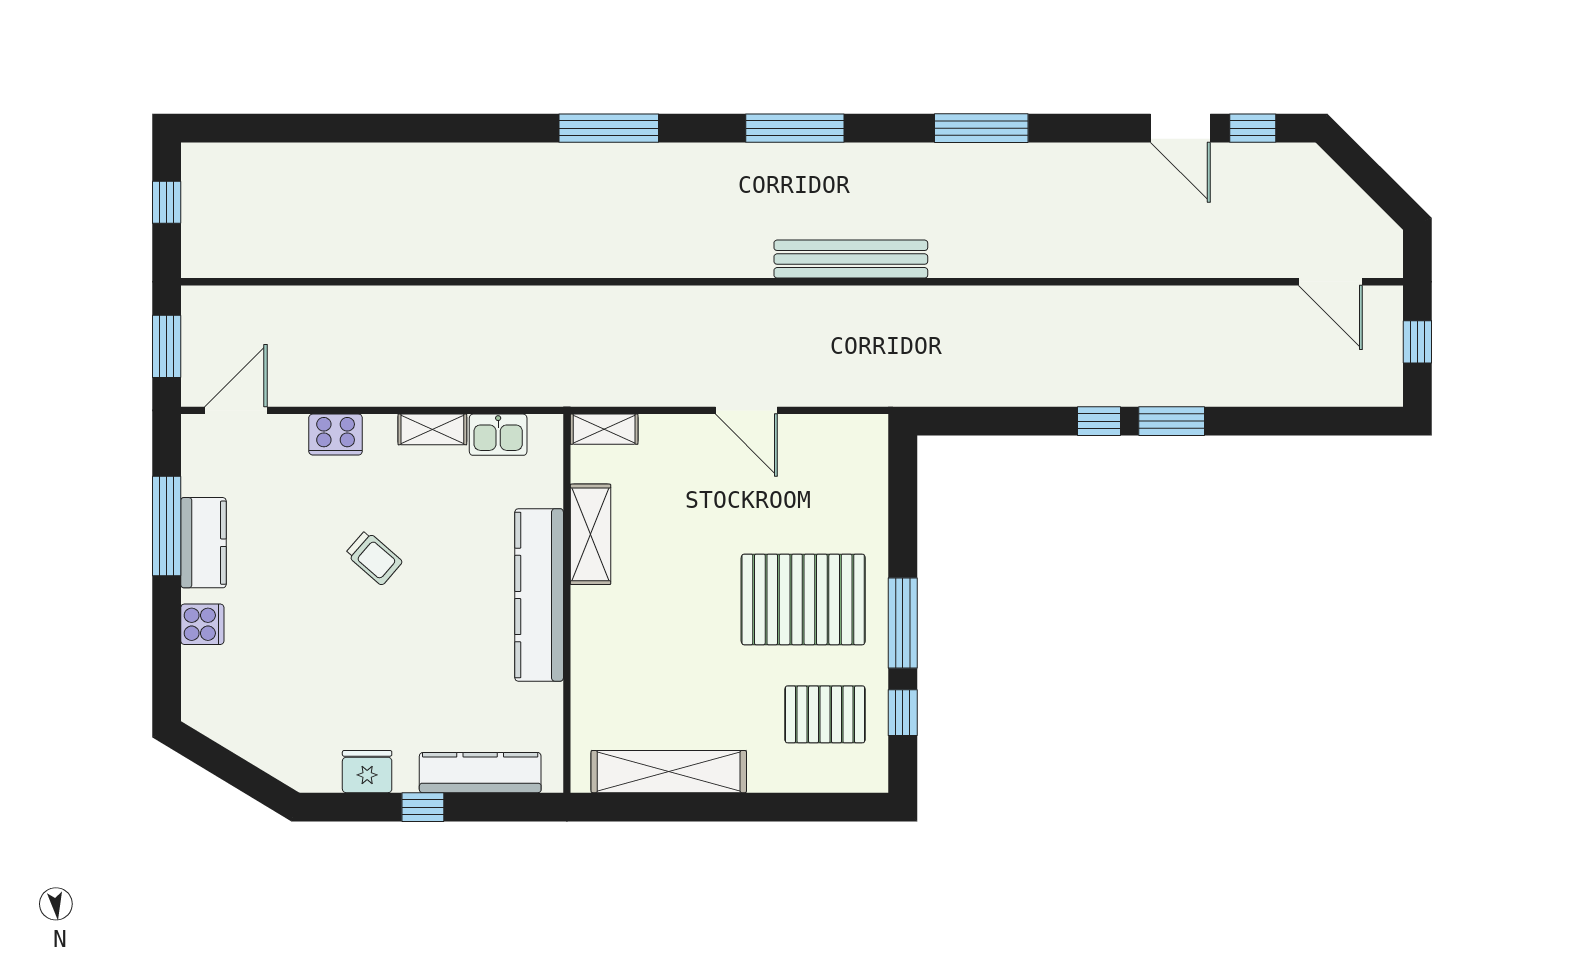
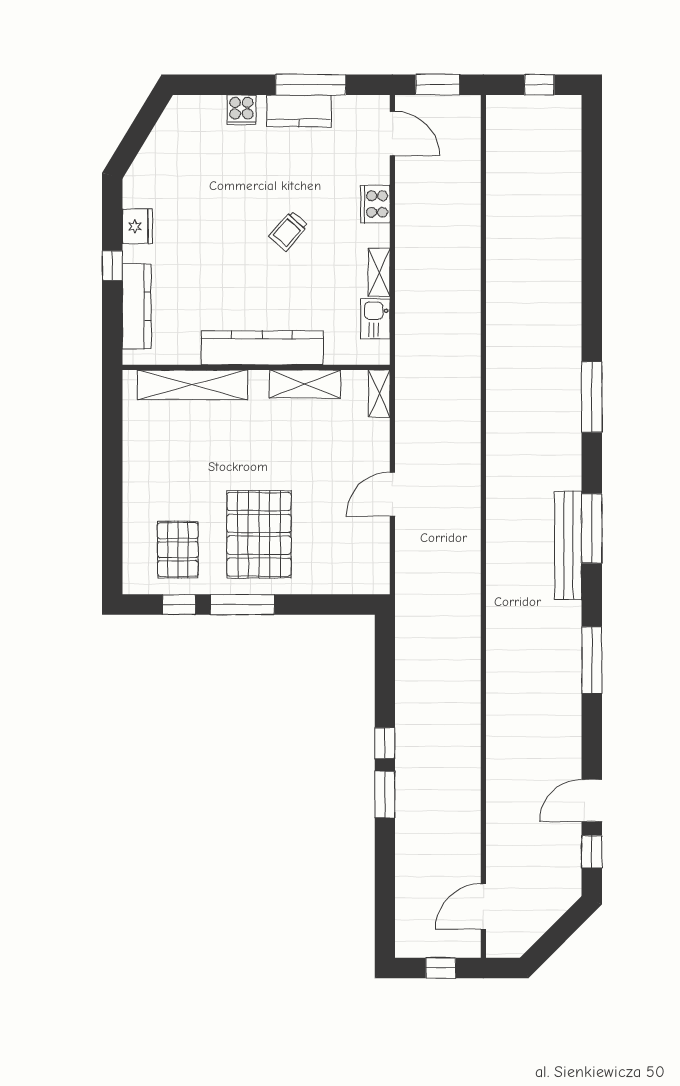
bench: (851, 259) -> (568, 546), moved
shelving: (669, 772) -> (192, 385), moved, turned 90

